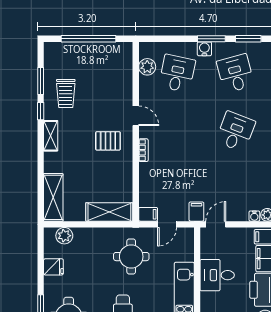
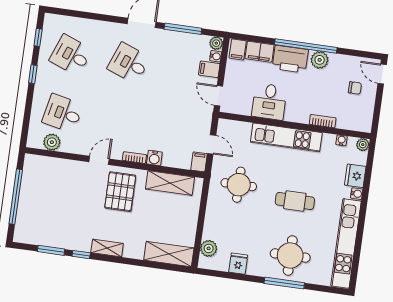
window: (211, 39) -> (33, 74), width x0.67
window: (248, 39) -> (38, 37), width x0.67
water cooler: (204, 49) -> (154, 158), moved, turned -90
desk: (236, 73) -> (71, 55), turned 36
trolley: (66, 93) -> (67, 227), removed
pallet: (108, 141) -> (120, 192), width x1.50, depth x1.42
shelving: (109, 212) -> (170, 183), moved, turned 90
filing cabinet: (196, 212) -> (209, 69), moved

